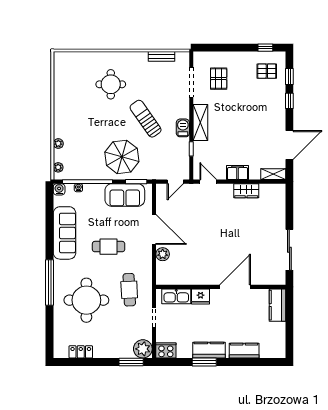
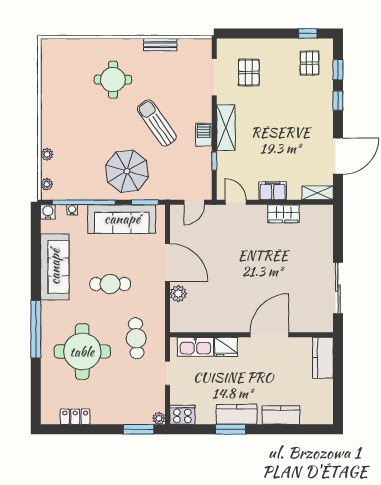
bench: (162, 56) -> (160, 45), moved
pallet: (267, 71) -> (309, 63), turned 90
sofa: (125, 195) -> (122, 219), width x1.36
plant: (143, 349) -> (159, 418), width x0.53, depth x0.53

